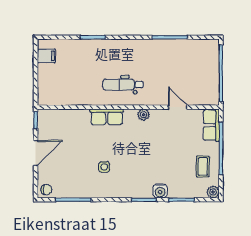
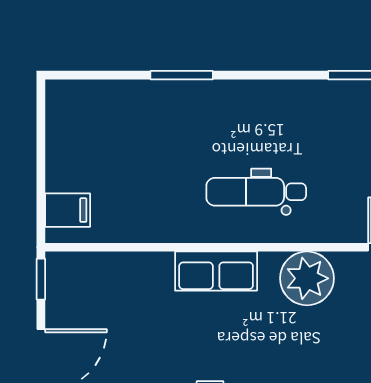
filing cabinet: (46, 56) -> (68, 210), moved
plant: (144, 115) -> (307, 278), width x1.87, depth x1.87

